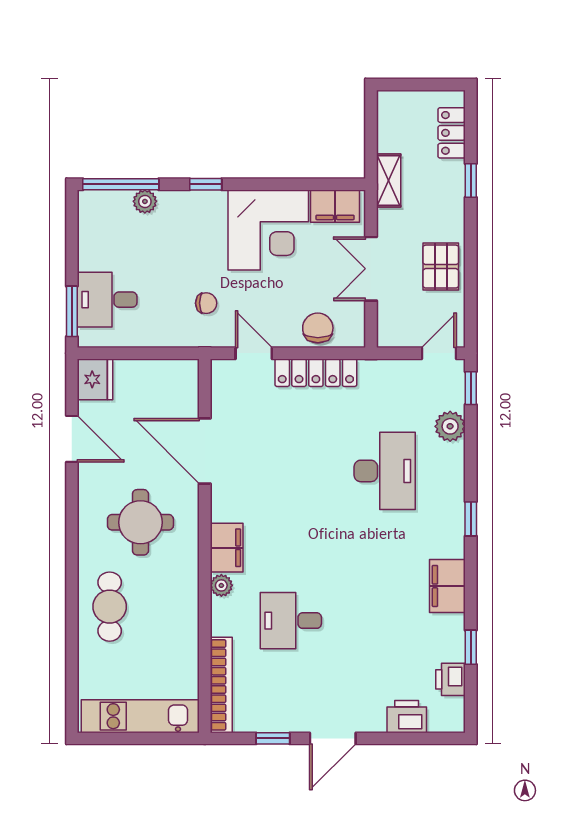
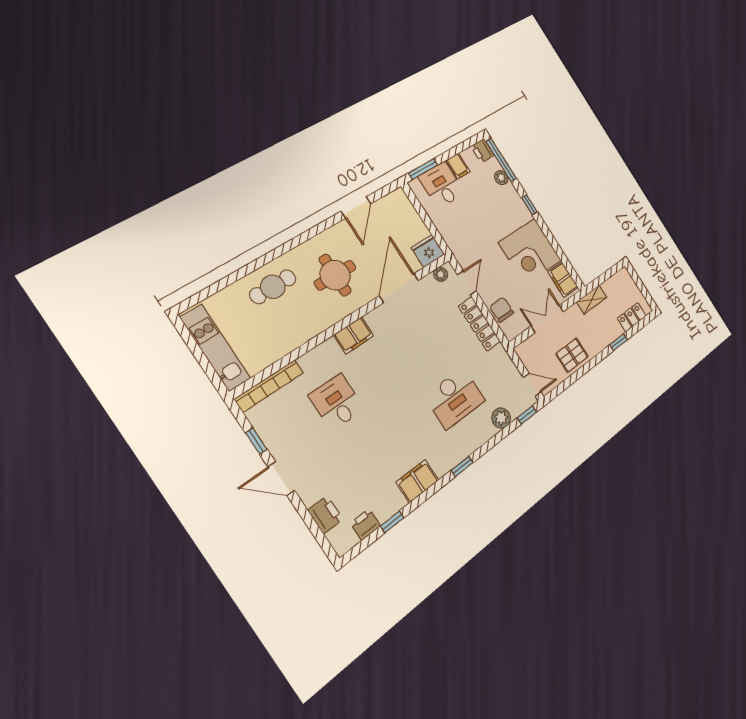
printer: (93, 204) -> (483, 151), added
filing cabinet: (95, 257) -> (458, 166), added
chair: (206, 303) -> (475, 241), removed
chair: (318, 328) -> (502, 310), turned -90
fridge: (95, 379) -> (428, 251), moved, turned 180
plant: (221, 585) -> (441, 274), moved

